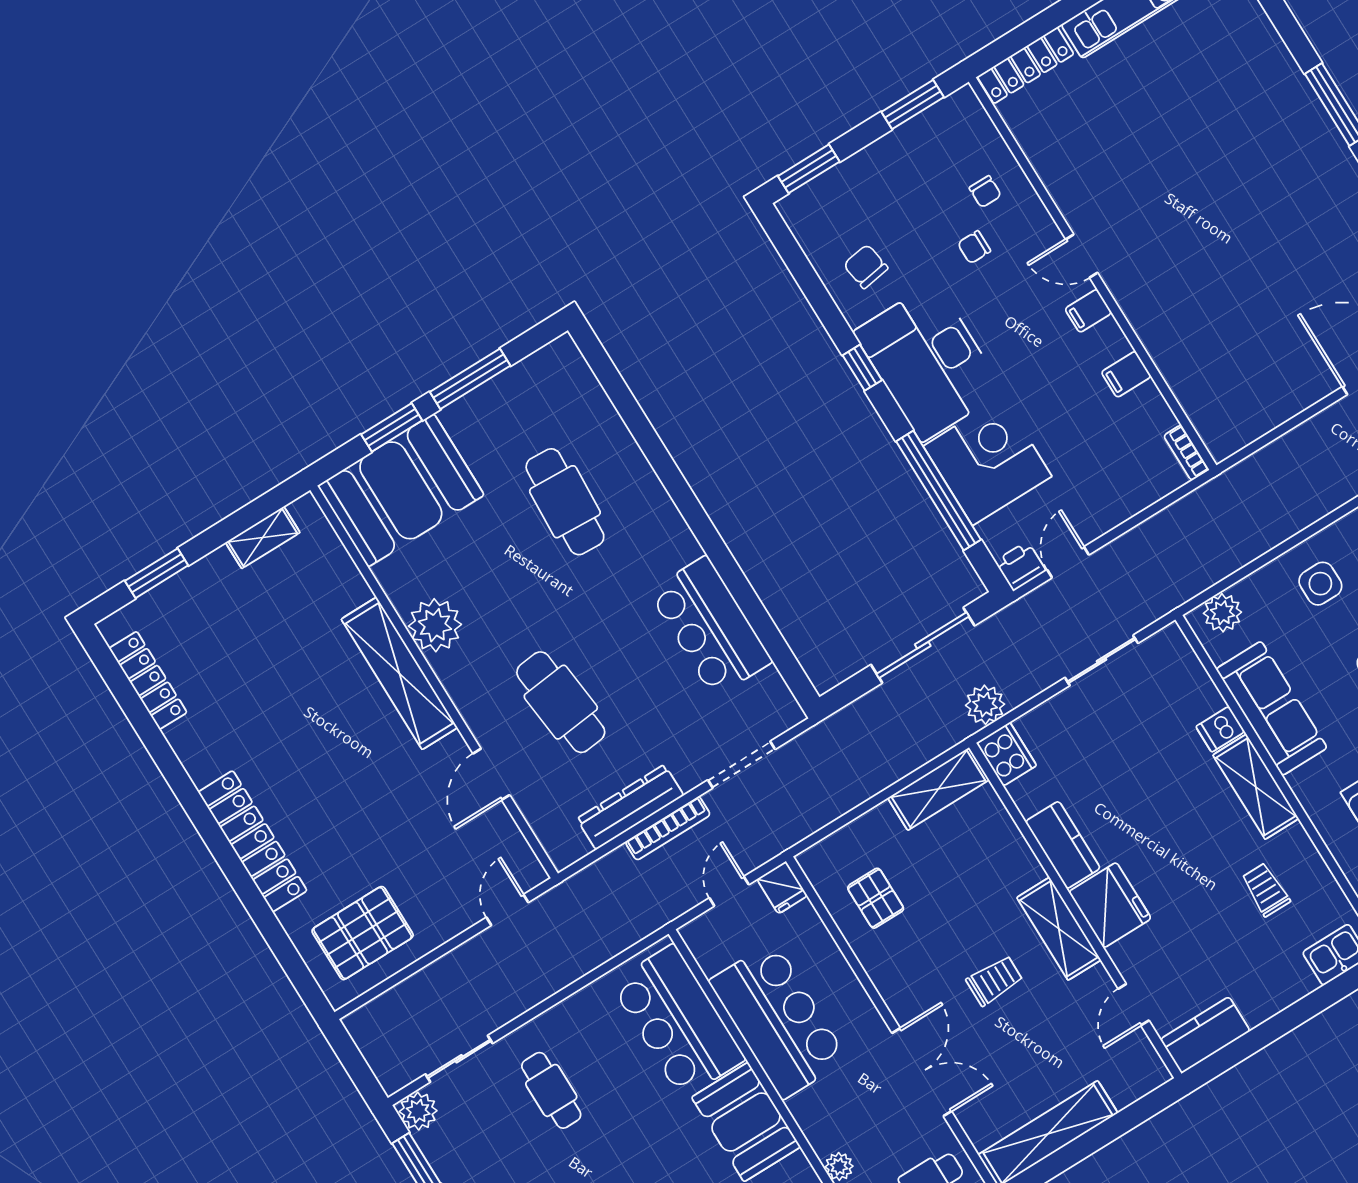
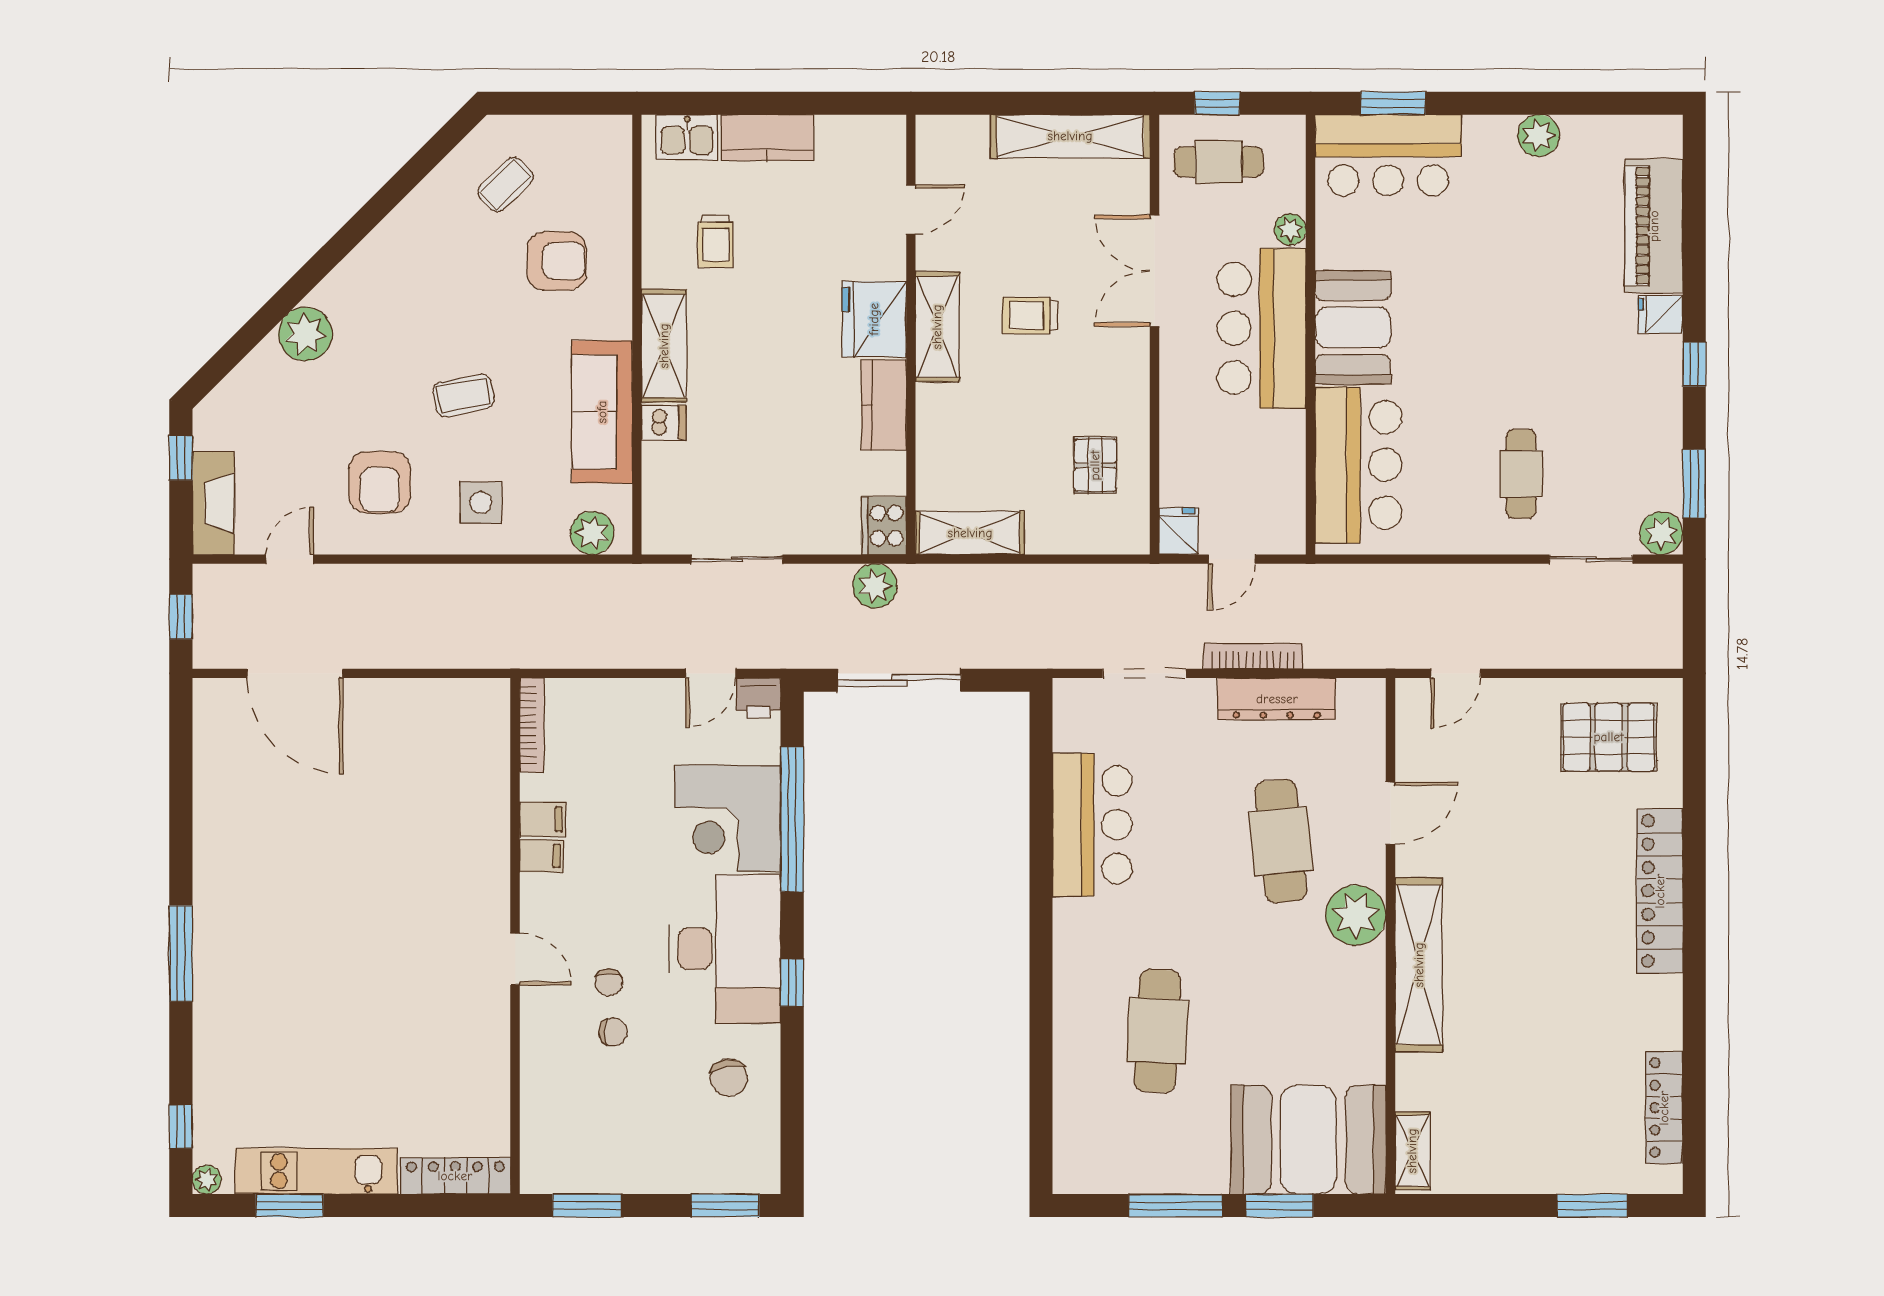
chair: (985, 192) -> (609, 982), moved, turned 180
filing cabinet: (1088, 311) -> (541, 856), moved
bookcase: (1186, 453) -> (532, 725), width x1.56
shelving: (263, 537) -> (1412, 1151), moved, turned 90
plant: (435, 625) -> (1356, 915), moved
bar counter: (778, 1020) -> (1262, 328), moved
kitchen counter: (1205, 1035) -> (767, 138), moved

